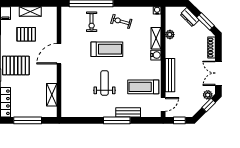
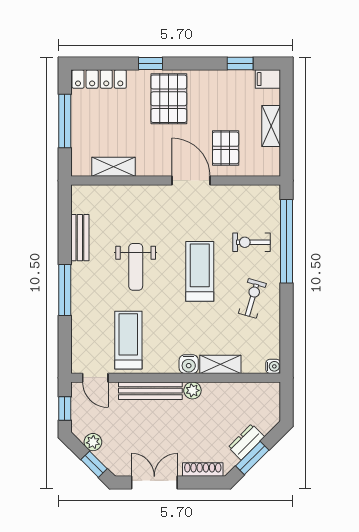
dresser: (190, 17) -> (246, 442), moved
pallet: (26, 34) -> (226, 148), moved
plant: (170, 35) -> (192, 390), moved
treadmill: (107, 49) -> (200, 271), turned 180
weight bench: (105, 83) -> (136, 267), turned 90
plant: (208, 95) -> (93, 442), moved
bench: (128, 112) -> (80, 238), moved

